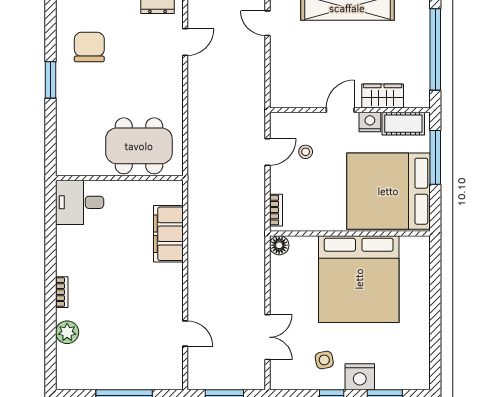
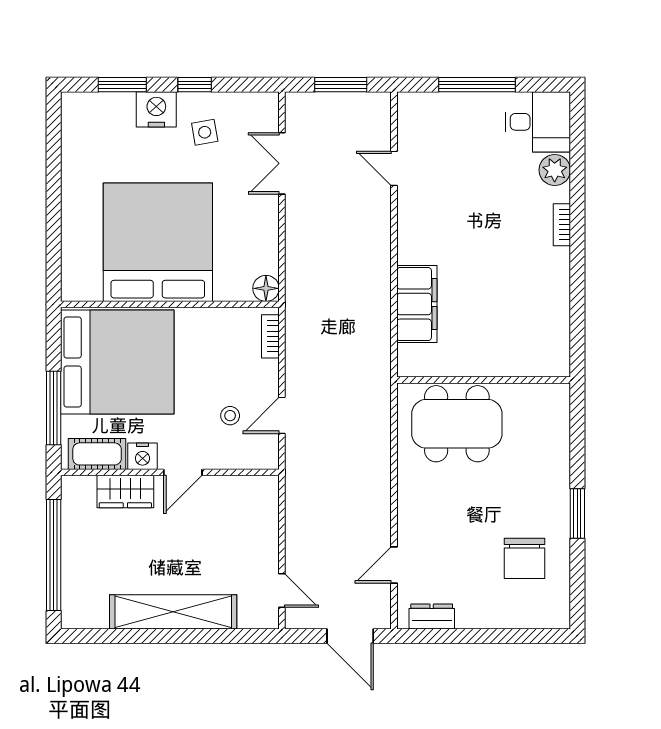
desk: (80, 202) -> (538, 122), moved

